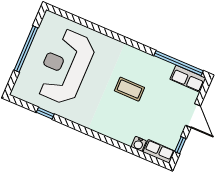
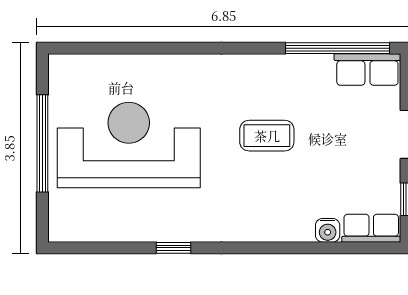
reception desk: (65, 66) -> (129, 145), turned 90
window: (45, 113) -> (174, 248), moved

